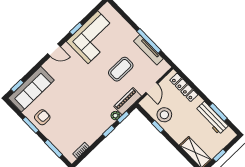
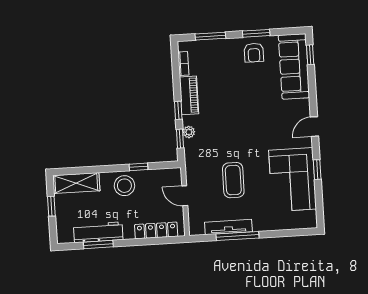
piano: (128, 101) -> (189, 95), moved
stool: (164, 115) -> (124, 186), moved

